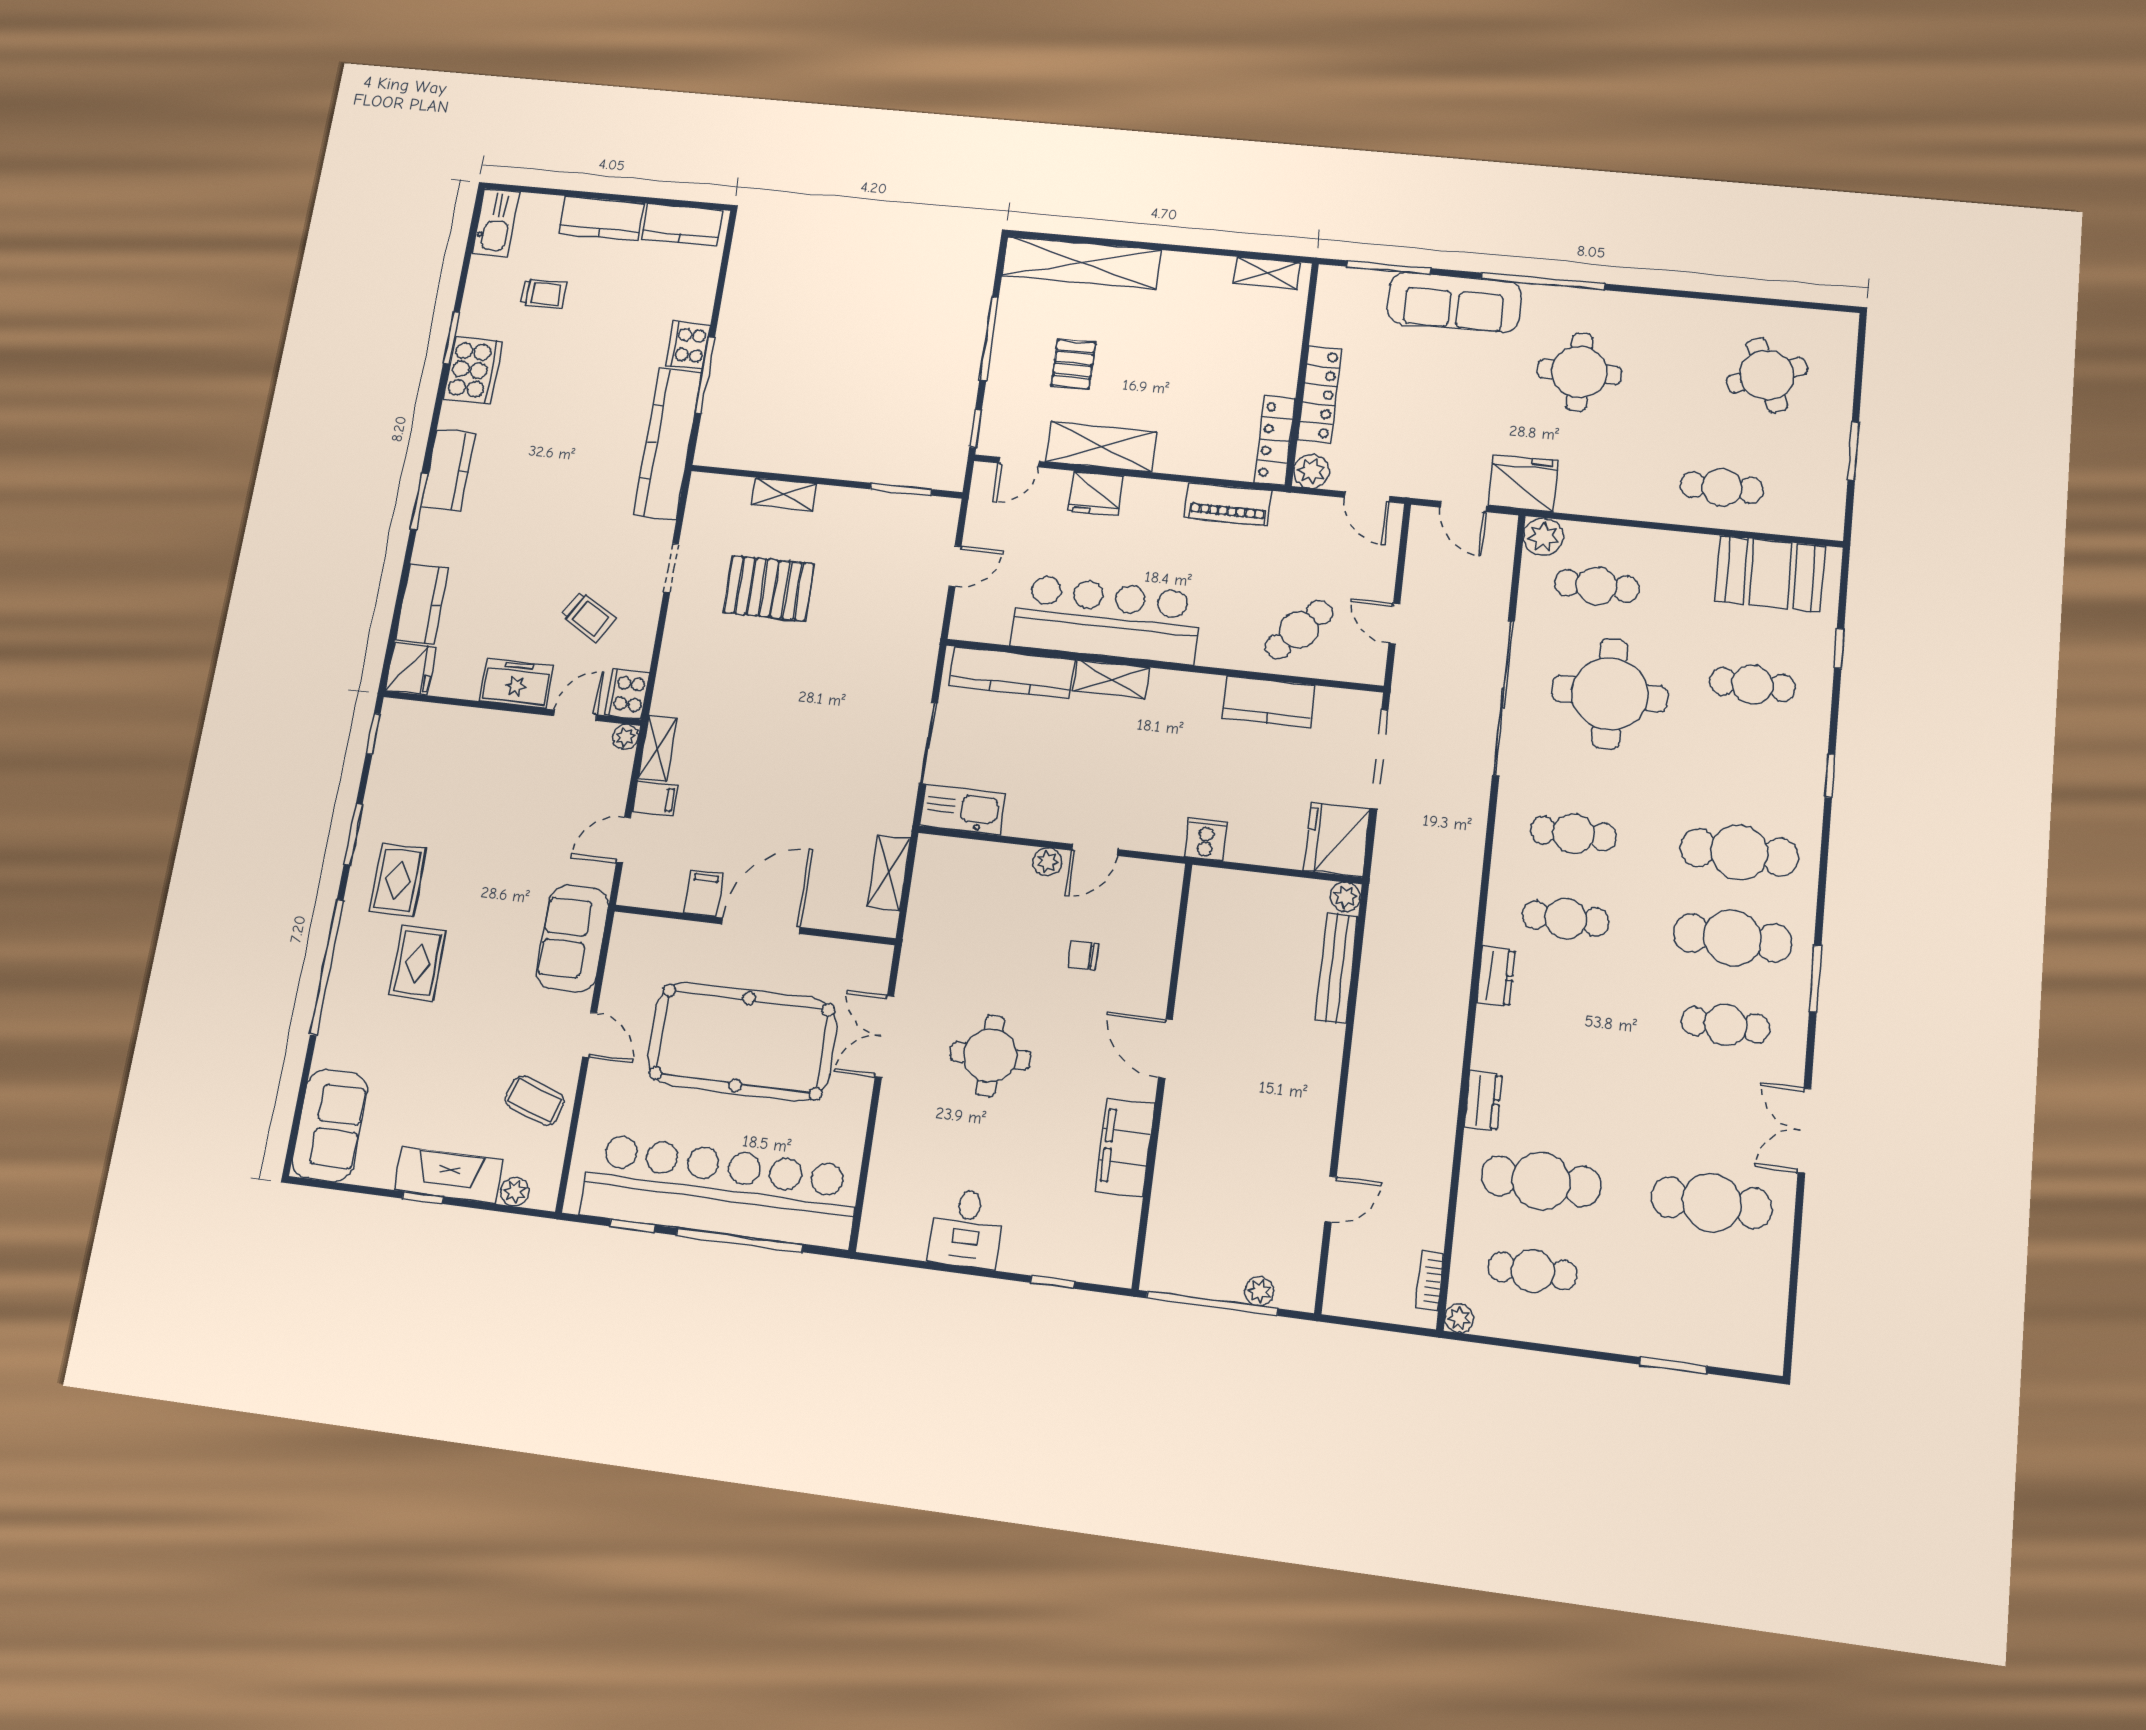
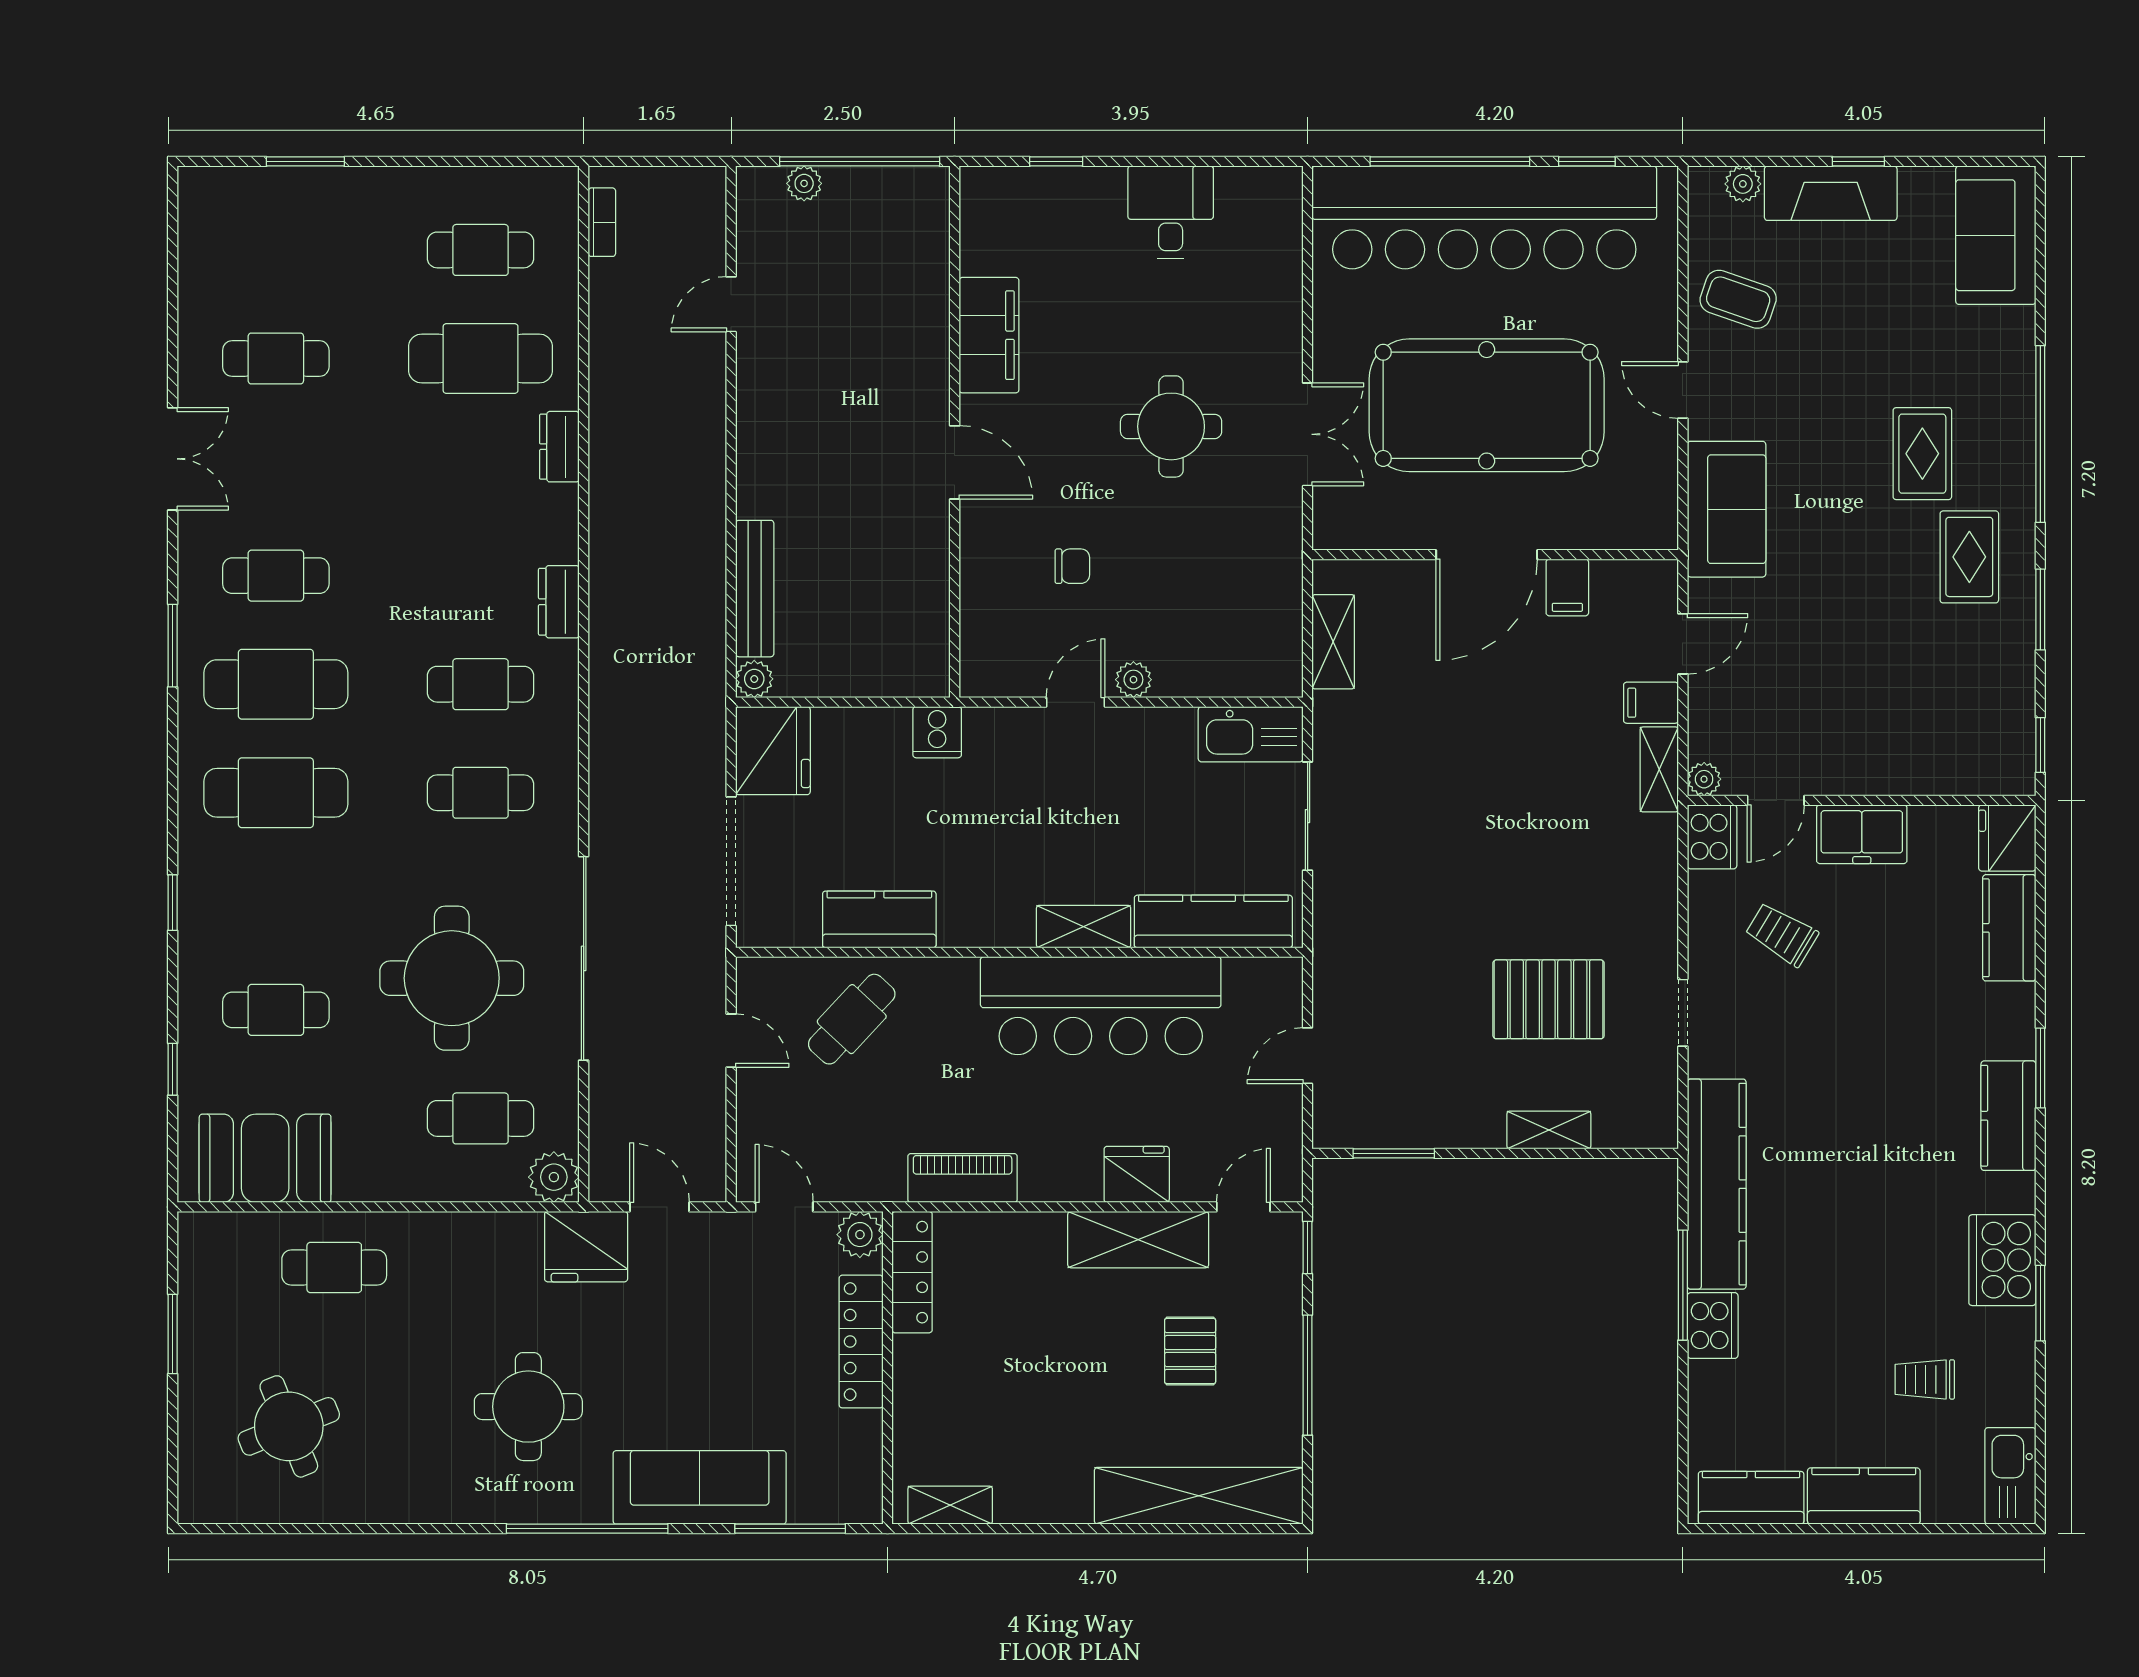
cafe table: (1711, 1203) -> (276, 359), width x0.73, depth x0.74
plant: (1459, 1318) -> (562, 183), removed

